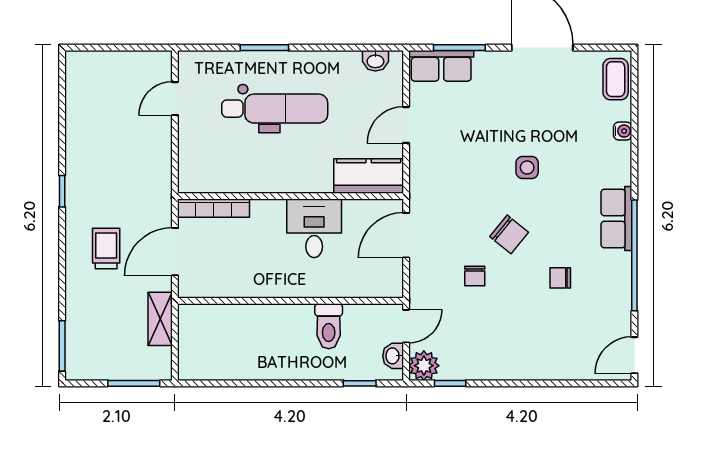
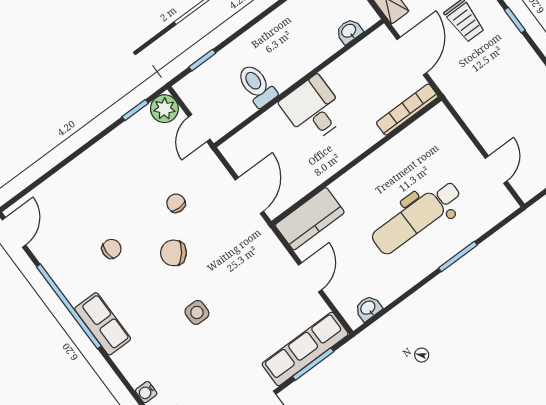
row of seats: (441, 66) -> (305, 349), width x1.48
window: (62, 191) -> (515, 20), moved
desk: (314, 228) -> (314, 109), moved, turned 180
washbasin: (393, 356) -> (349, 31), moved, turned -90

